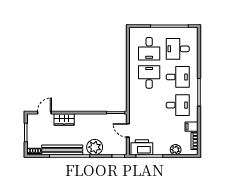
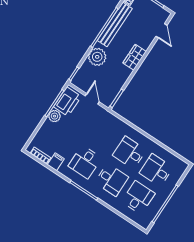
desk: (149, 77) -> (130, 153), turned 180
desk: (178, 77) -> (112, 180), turned -90
wardrobe: (64, 120) -> (135, 57), moved
door: (128, 130) -> (92, 99), hinge flipped
plant: (176, 150) -> (54, 116), moved

